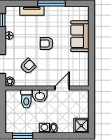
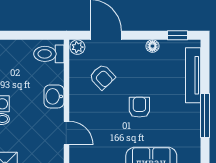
tv unit: (32, 11) -> (193, 75), width x1.41
toilet: (26, 99) -> (49, 54), moved

